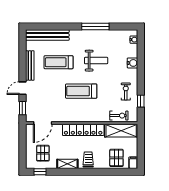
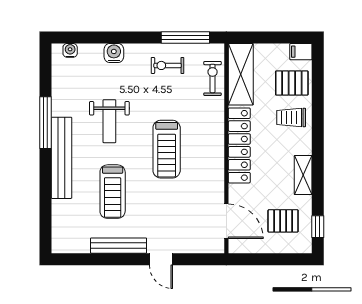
bench: (47, 35) -> (61, 158), moved
weight bench: (96, 61) -> (109, 121), turned 180
window: (141, 101) -> (185, 38), width x2.17
window: (22, 108) -> (199, 259), removed
trolley: (88, 159) -> (291, 117), moved

